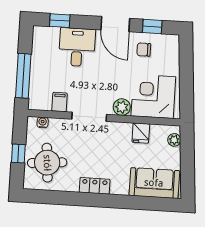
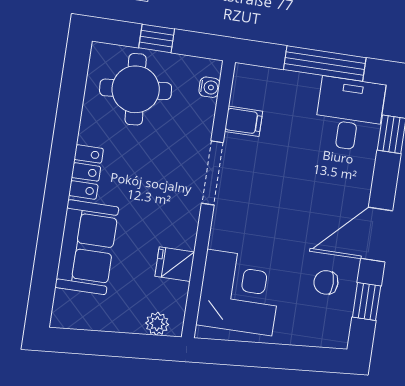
desk: (77, 47) -> (349, 114), moved, turned -90
chair: (144, 50) -> (326, 282), turned -90
window: (23, 76) -> (325, 64), moved
plant: (122, 107) -> (225, 234), removed
sofa: (154, 183) -> (87, 247), moved

